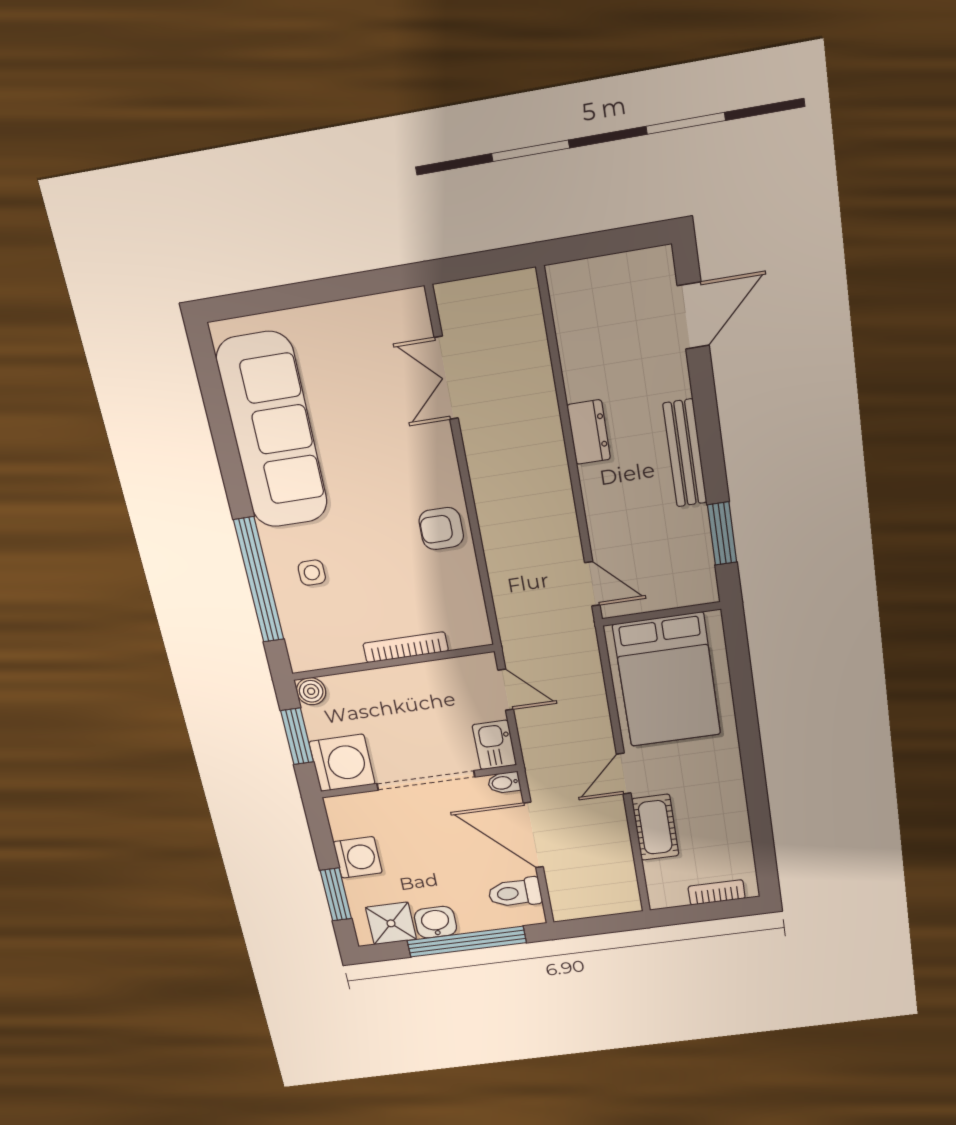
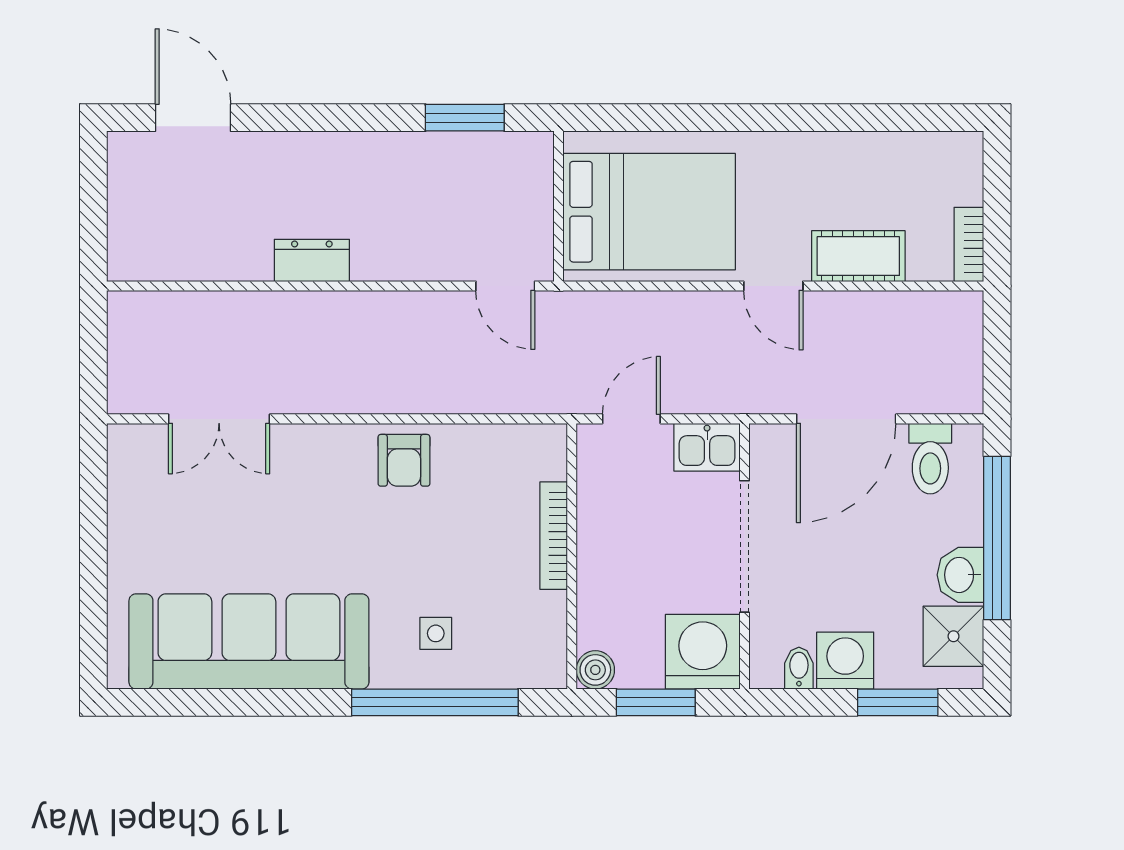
bench: (685, 453) -> (356, 149), removed
door: (592, 584) -> (505, 286), swing flipped
bidet: (504, 783) -> (799, 668), moved, turned 180
bookcase: (717, 892) -> (969, 244), moved

